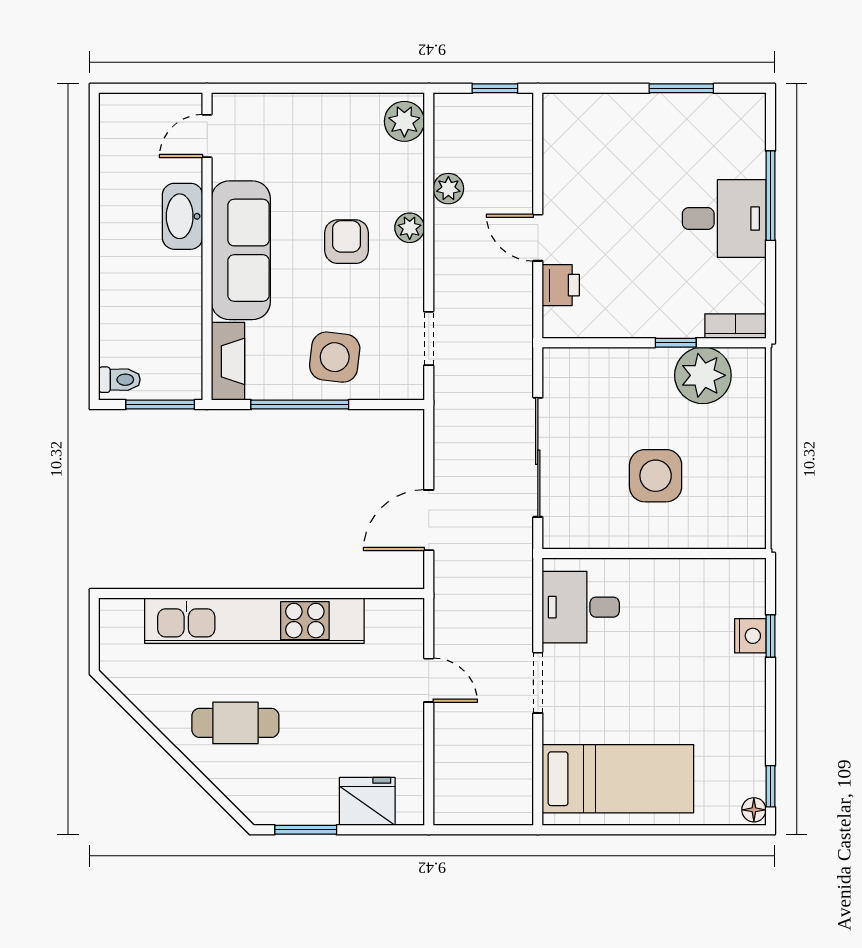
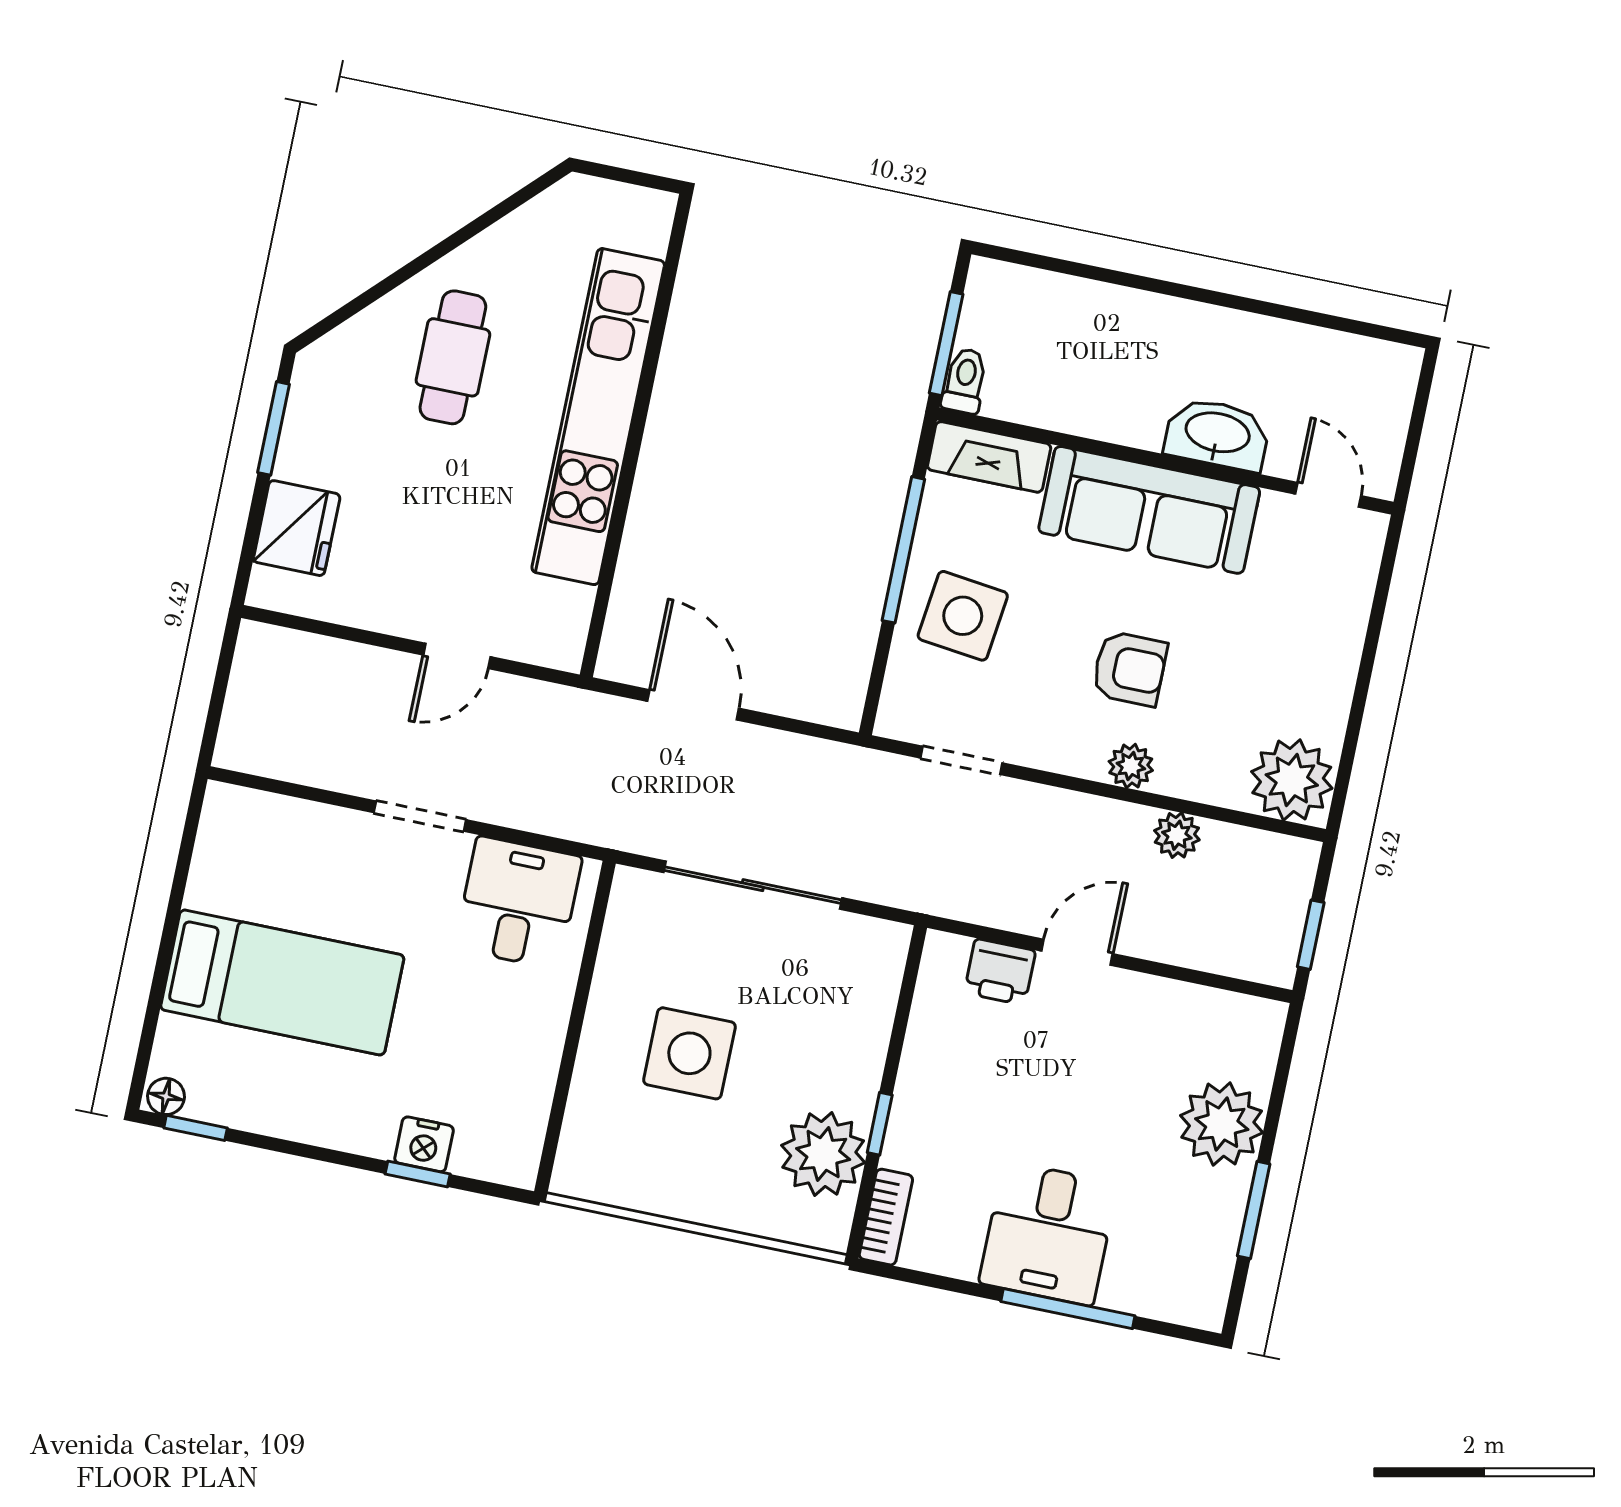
plant: (404, 121) -> (1292, 780), width x1.36, depth x1.36
plant: (630, 121) -> (1222, 1124), added
toilet: (119, 380) -> (965, 381), moved, turned 180
bed: (618, 779) -> (282, 982), moved, turned -90

